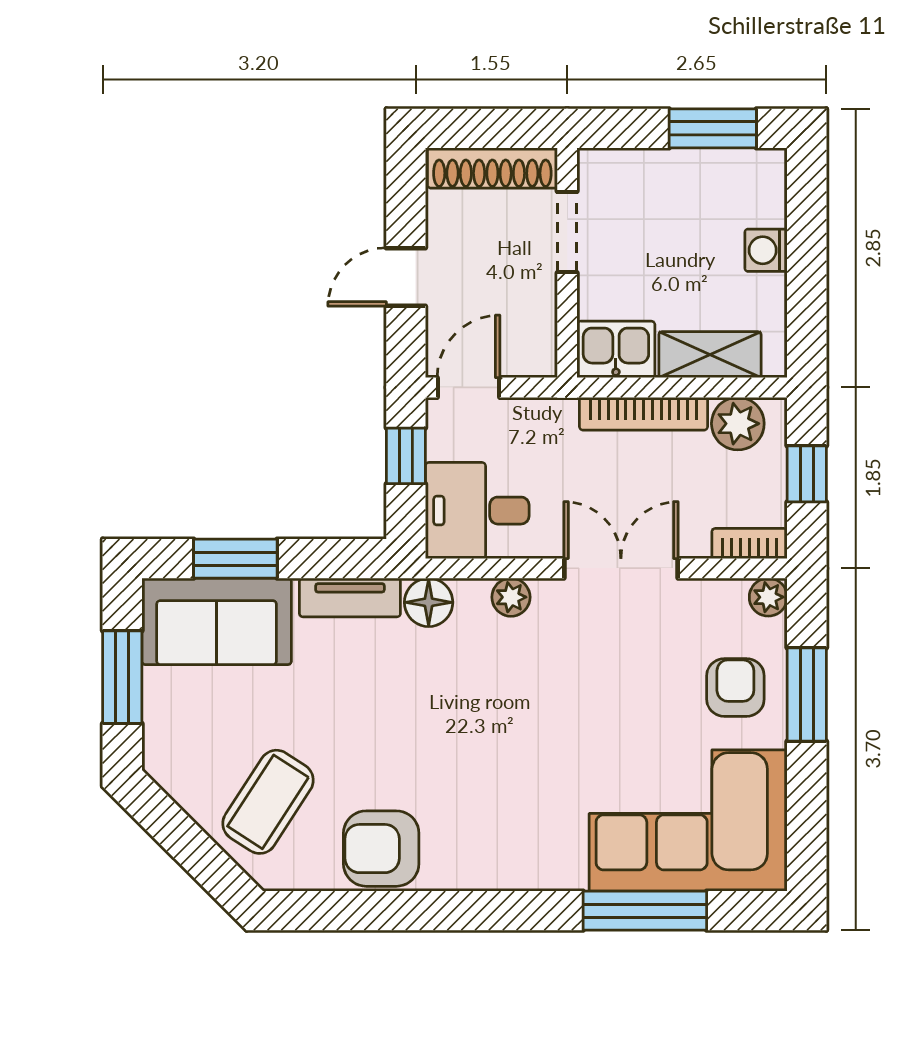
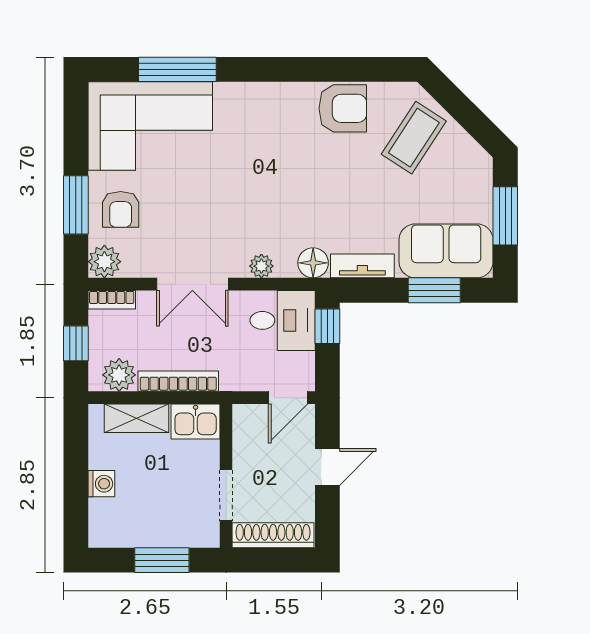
window: (713, 128) -> (162, 560), moved
window: (406, 456) -> (327, 326), moved
plant: (768, 597) -> (104, 262), width x1.38, depth x1.38

